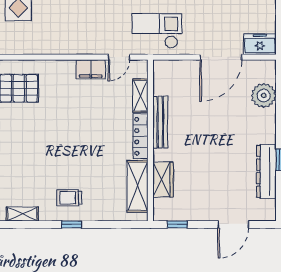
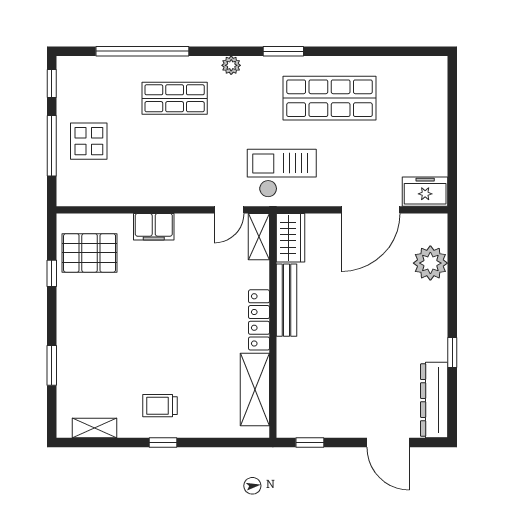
filing cabinet: (91, 69) -> (154, 227), moved
shelving: (140, 96) -> (259, 237), moved
dresser: (266, 171) -> (434, 400), moved
wardrobe: (163, 180) -> (290, 238), moved
door: (233, 224) -> (388, 443), hinge flipped

